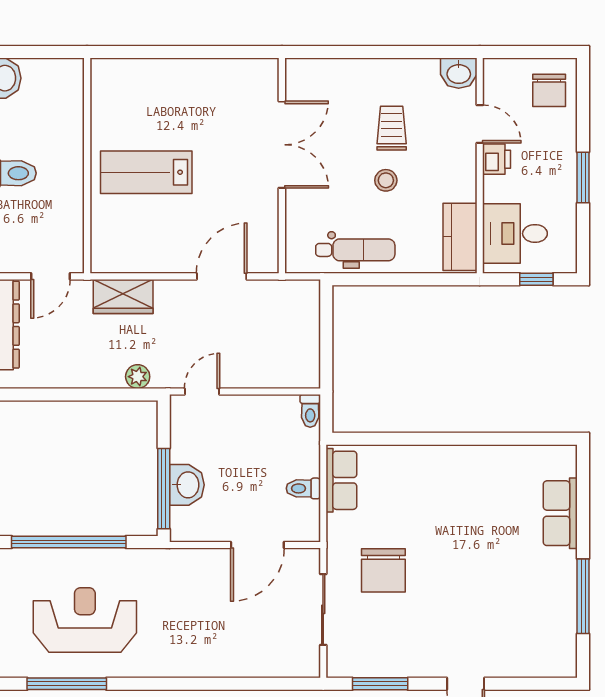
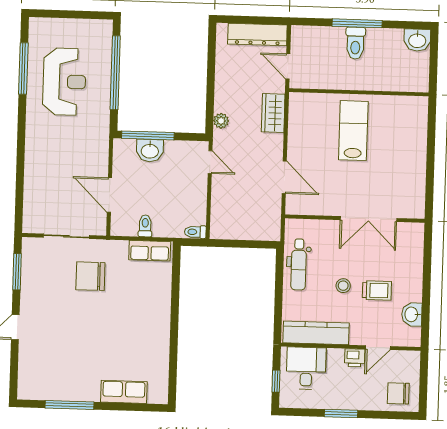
washbasin: (459, 73) -> (412, 314), moved
kitchen counter: (460, 237) -> (316, 333), width x1.50

